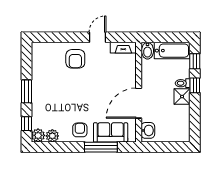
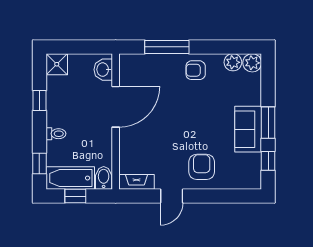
window: (168, 37) -> (75, 196), added
window: (195, 85) -> (39, 101), moved
shower: (182, 97) -> (57, 64), moved
window: (26, 124) -> (268, 161), moved
armchair: (80, 130) -> (196, 70), turned 90
sofa: (111, 132) -> (248, 129), moved, turned 90

